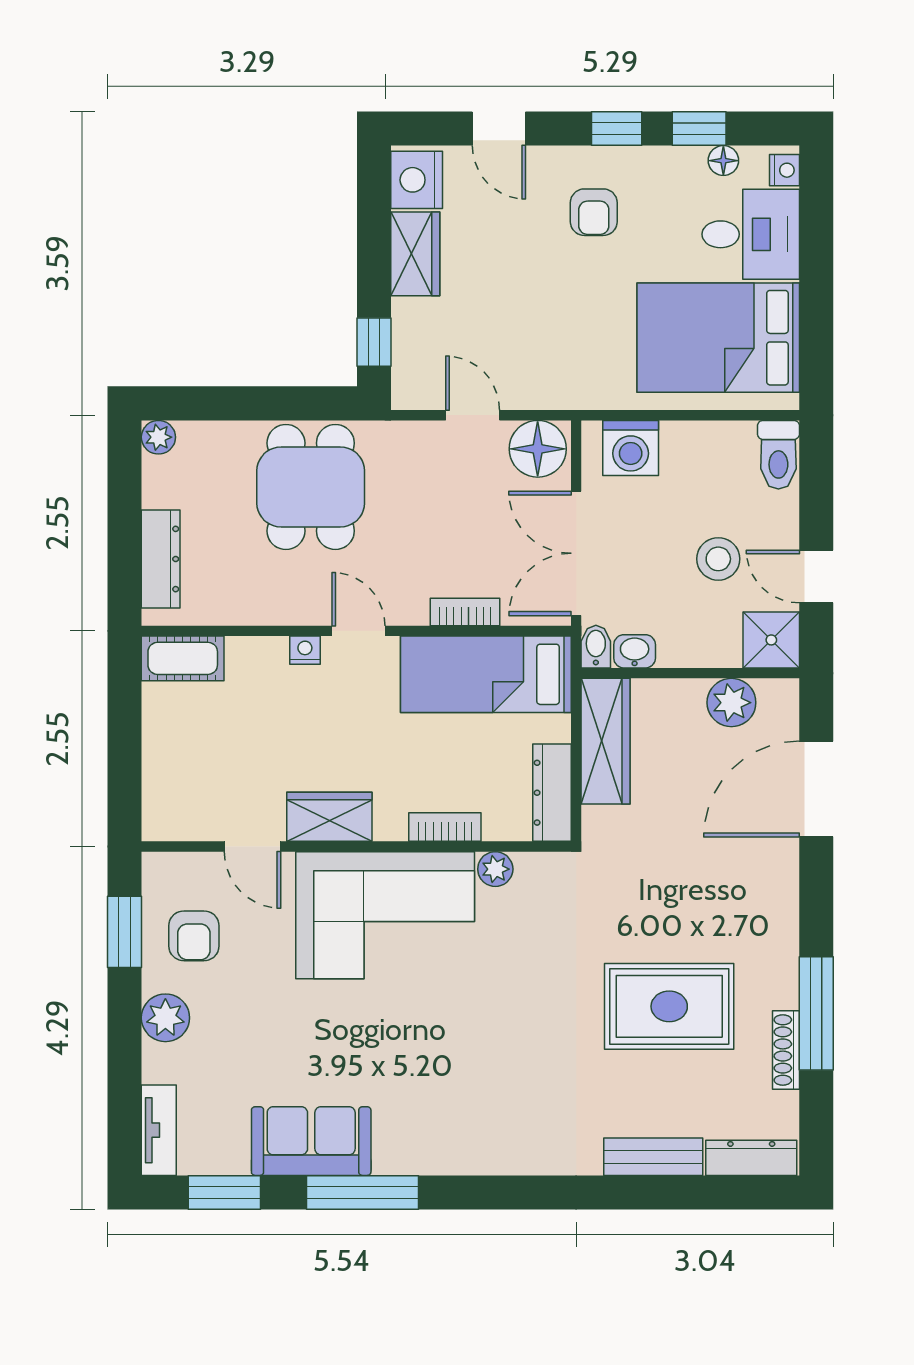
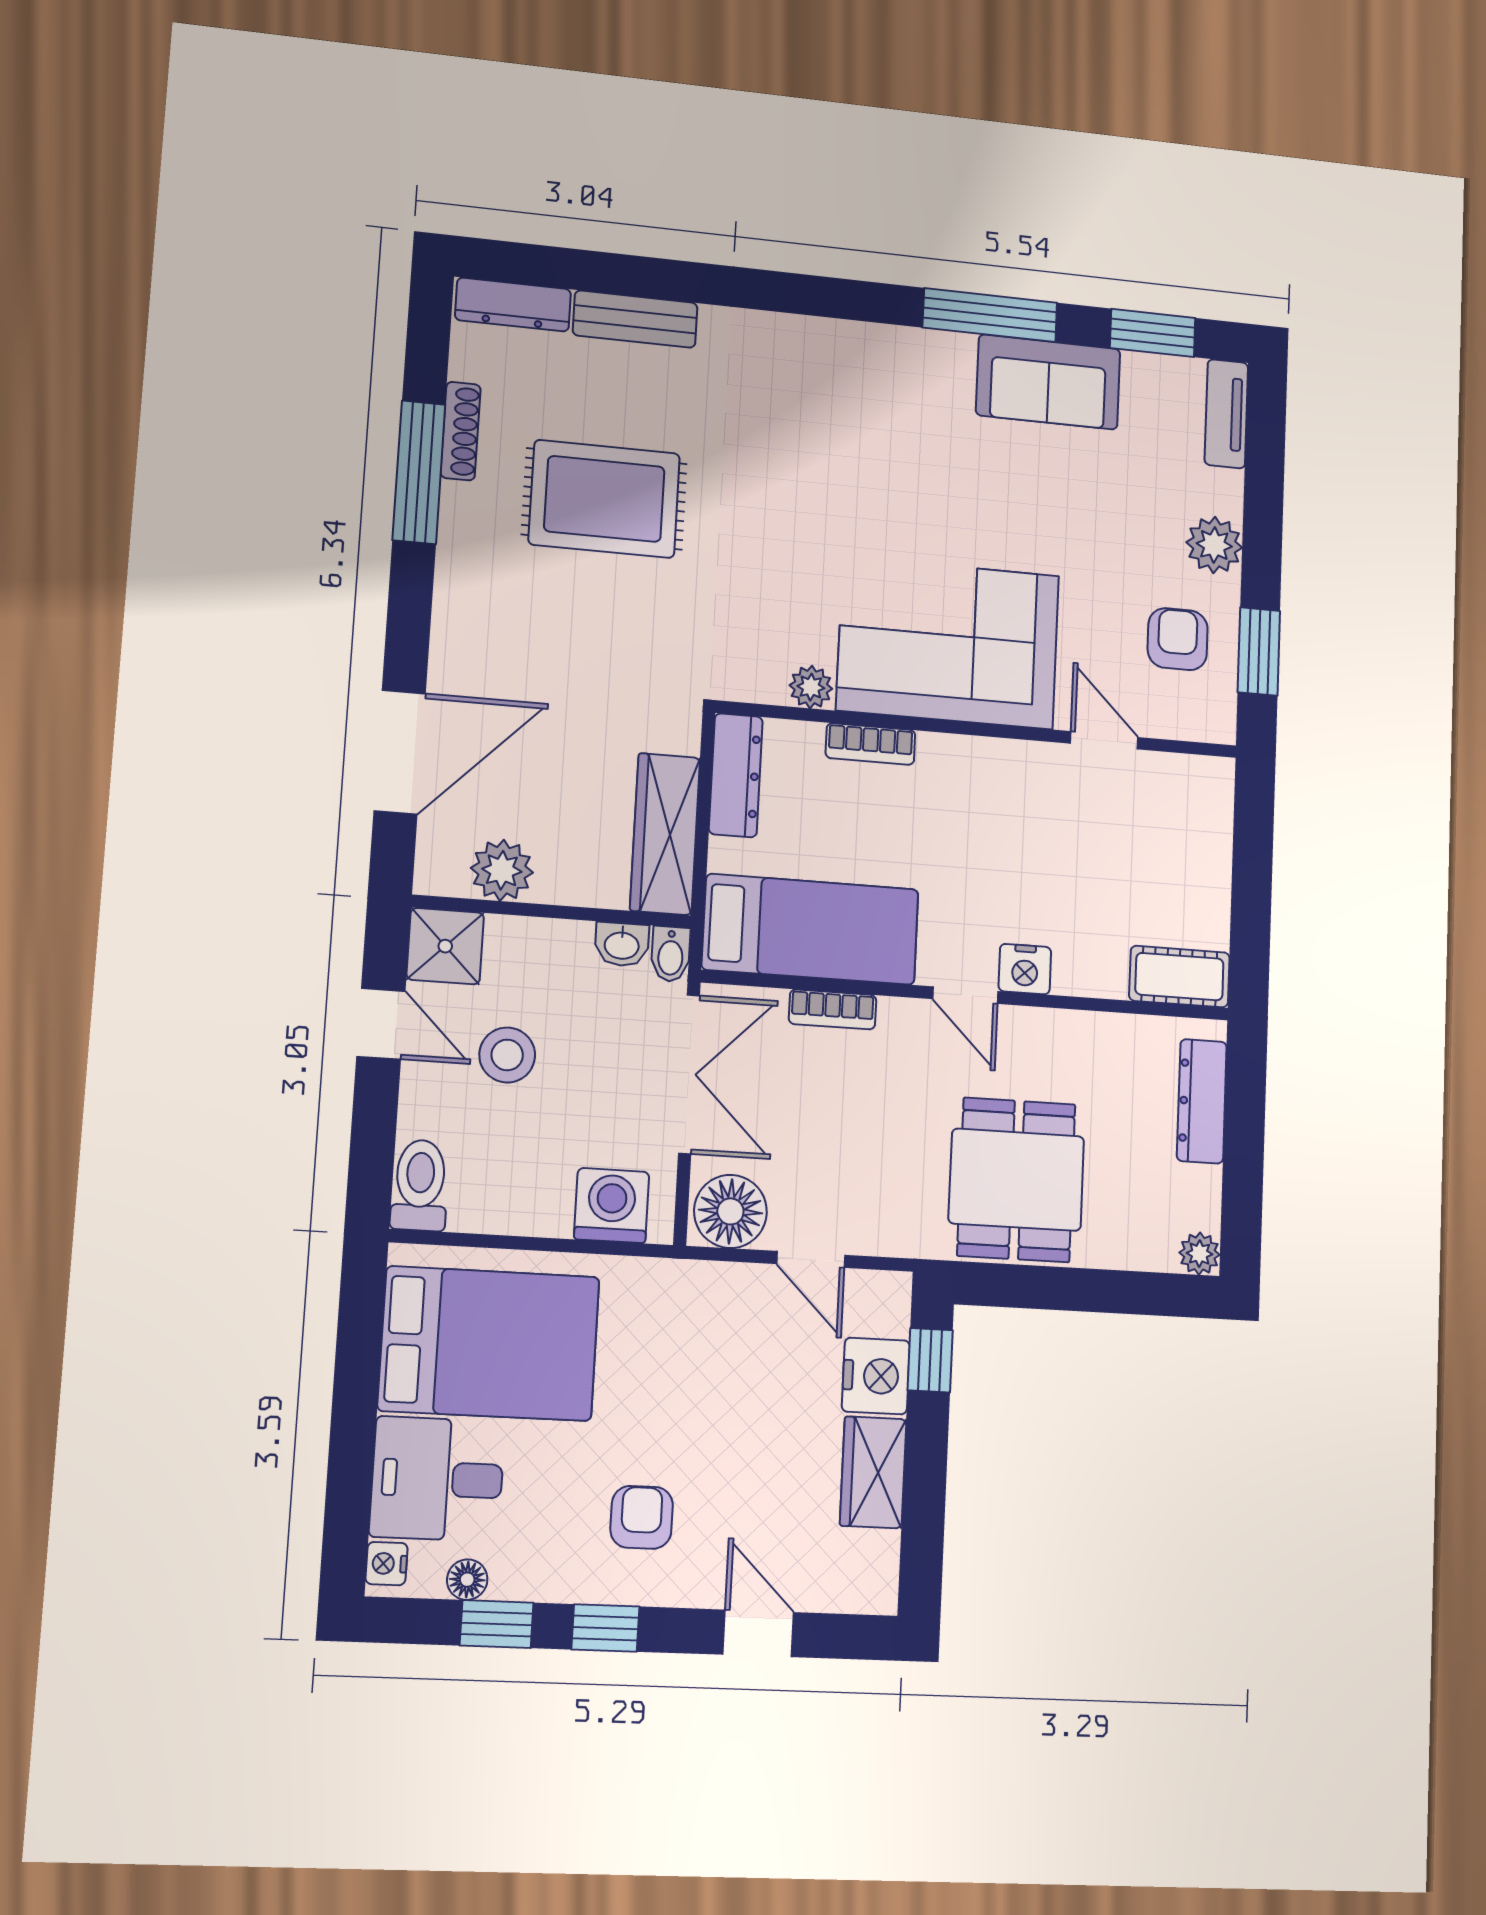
nightstand: (417, 180) -> (876, 1376), moved
nightstand: (305, 650) -> (1025, 969), width x1.39, depth x1.35
wardrobe: (329, 817) -> (1010, 769), removed

